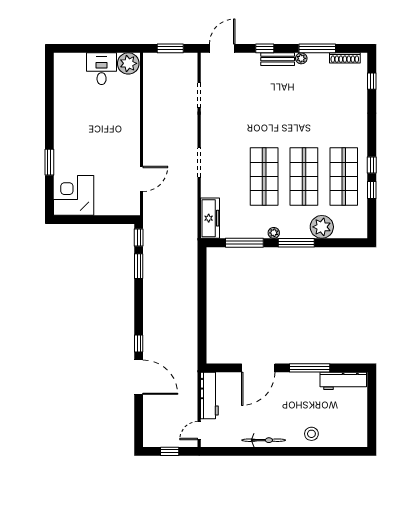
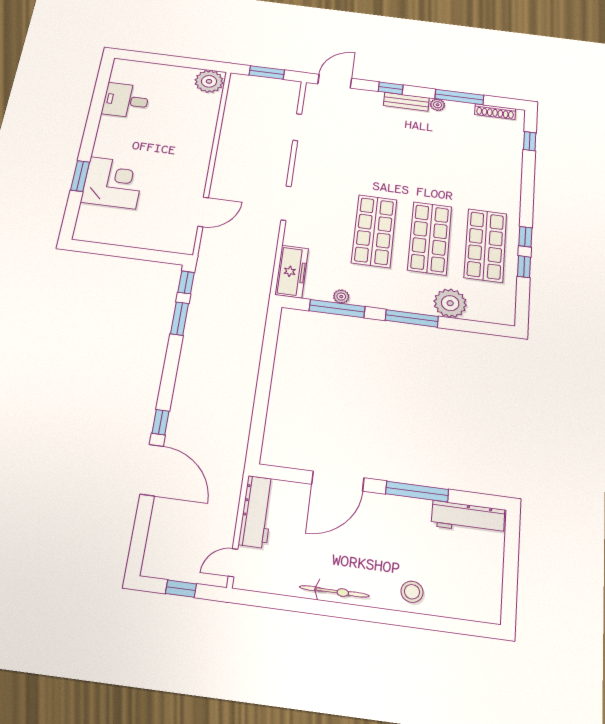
desk: (102, 69) -> (126, 100), moved, turned -90
corner desk: (74, 195) -> (113, 183), moved, turned 90
plant: (274, 233) -> (341, 297), moved

